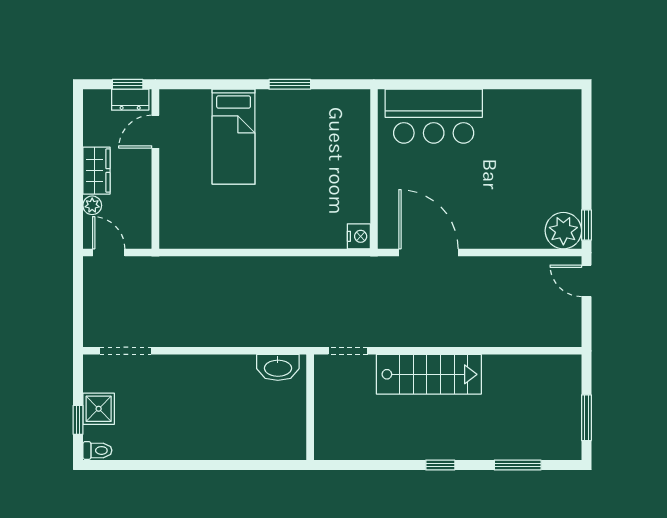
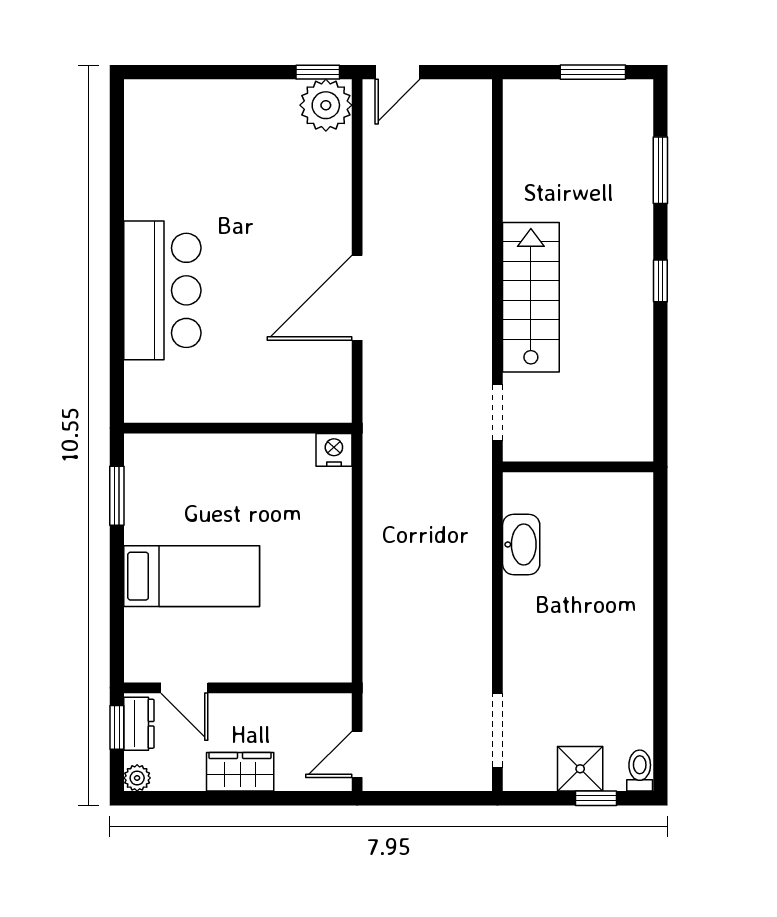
wall: (374, 169) -> (238, 428), moved
plant: (92, 205) -> (137, 778), moved
nightstand: (359, 236) -> (334, 450), moved
washbasin: (278, 367) -> (521, 544), moved

